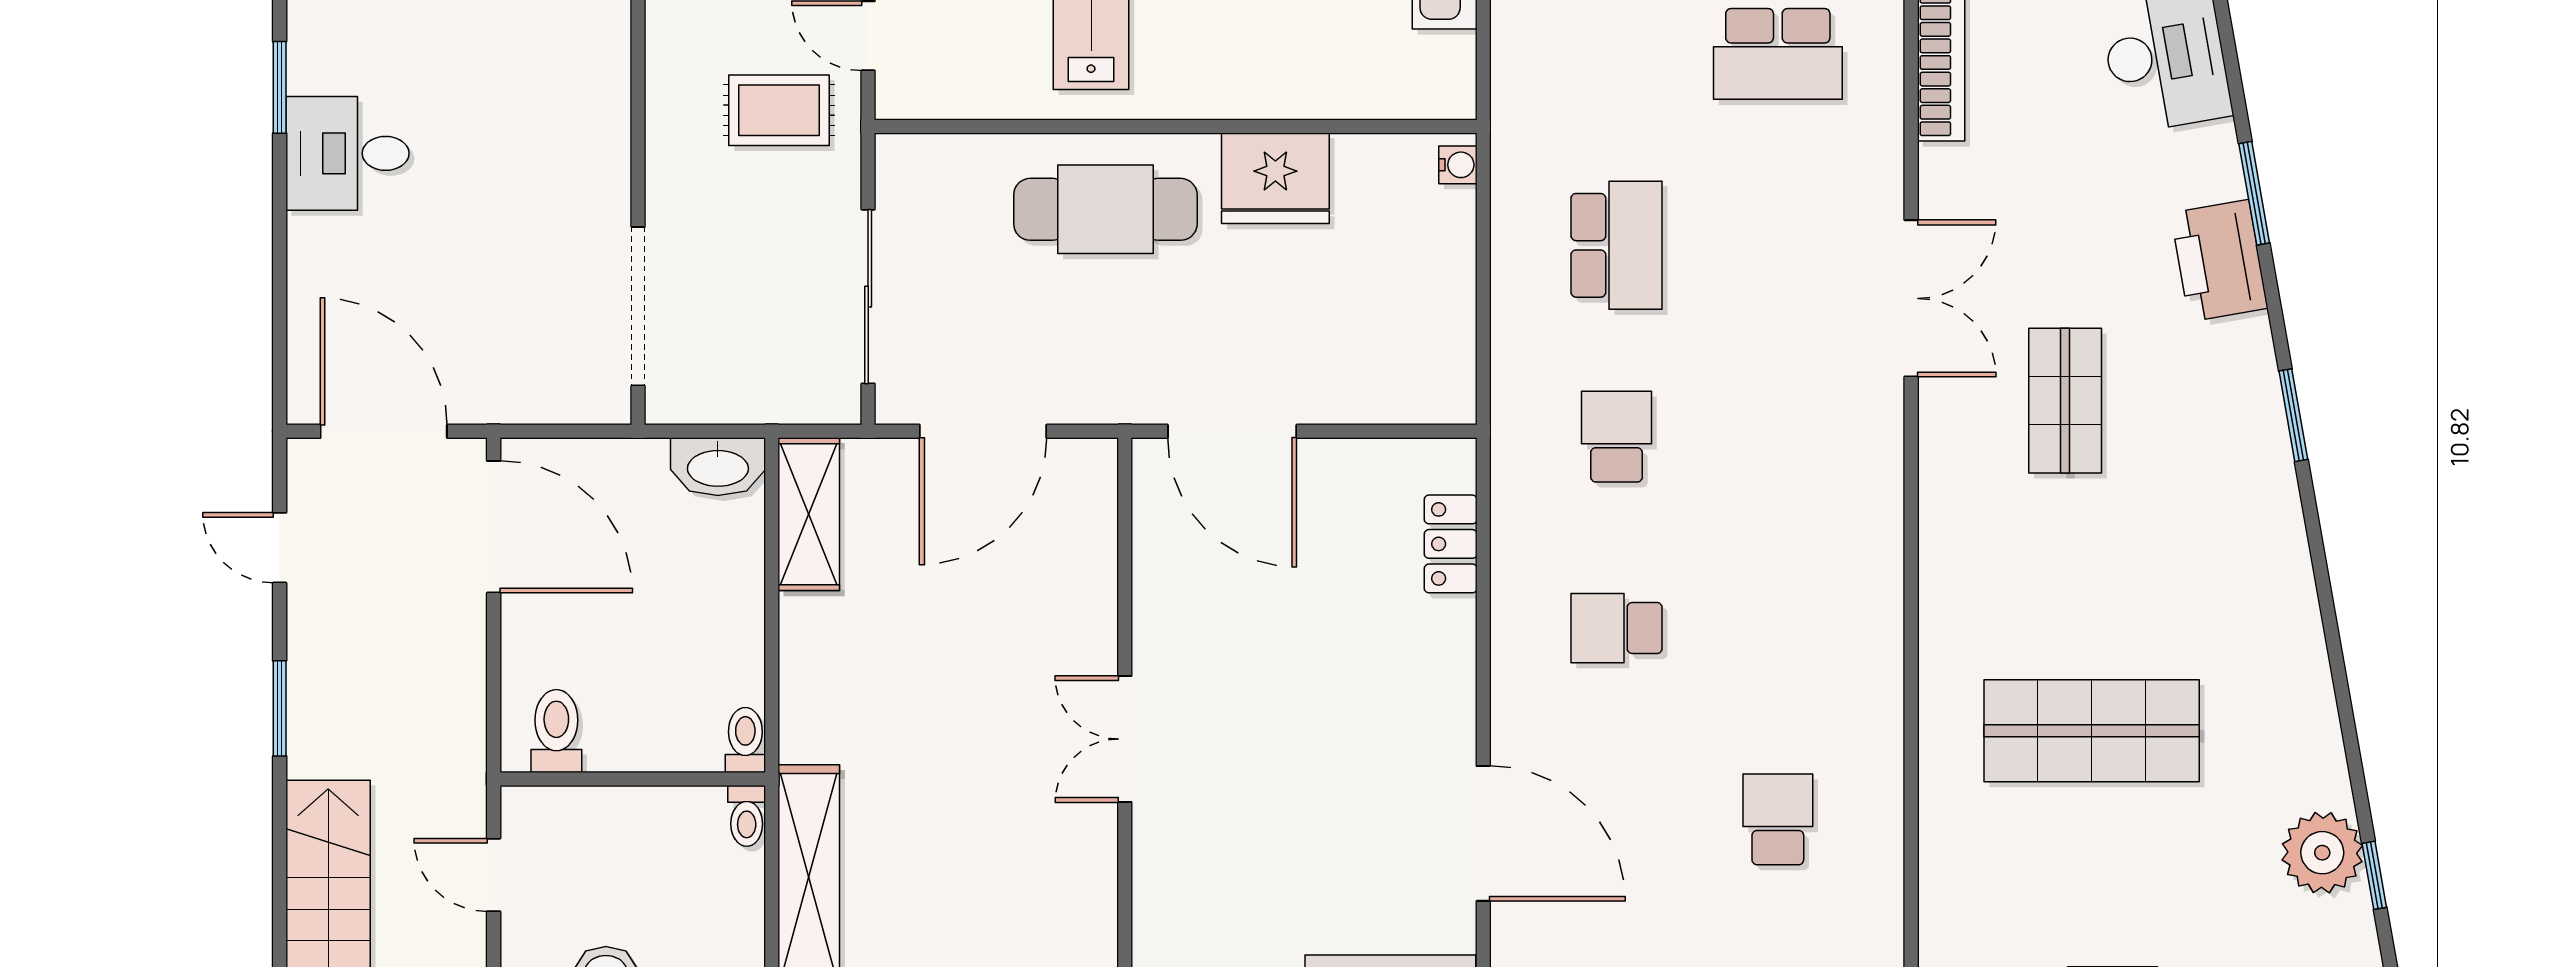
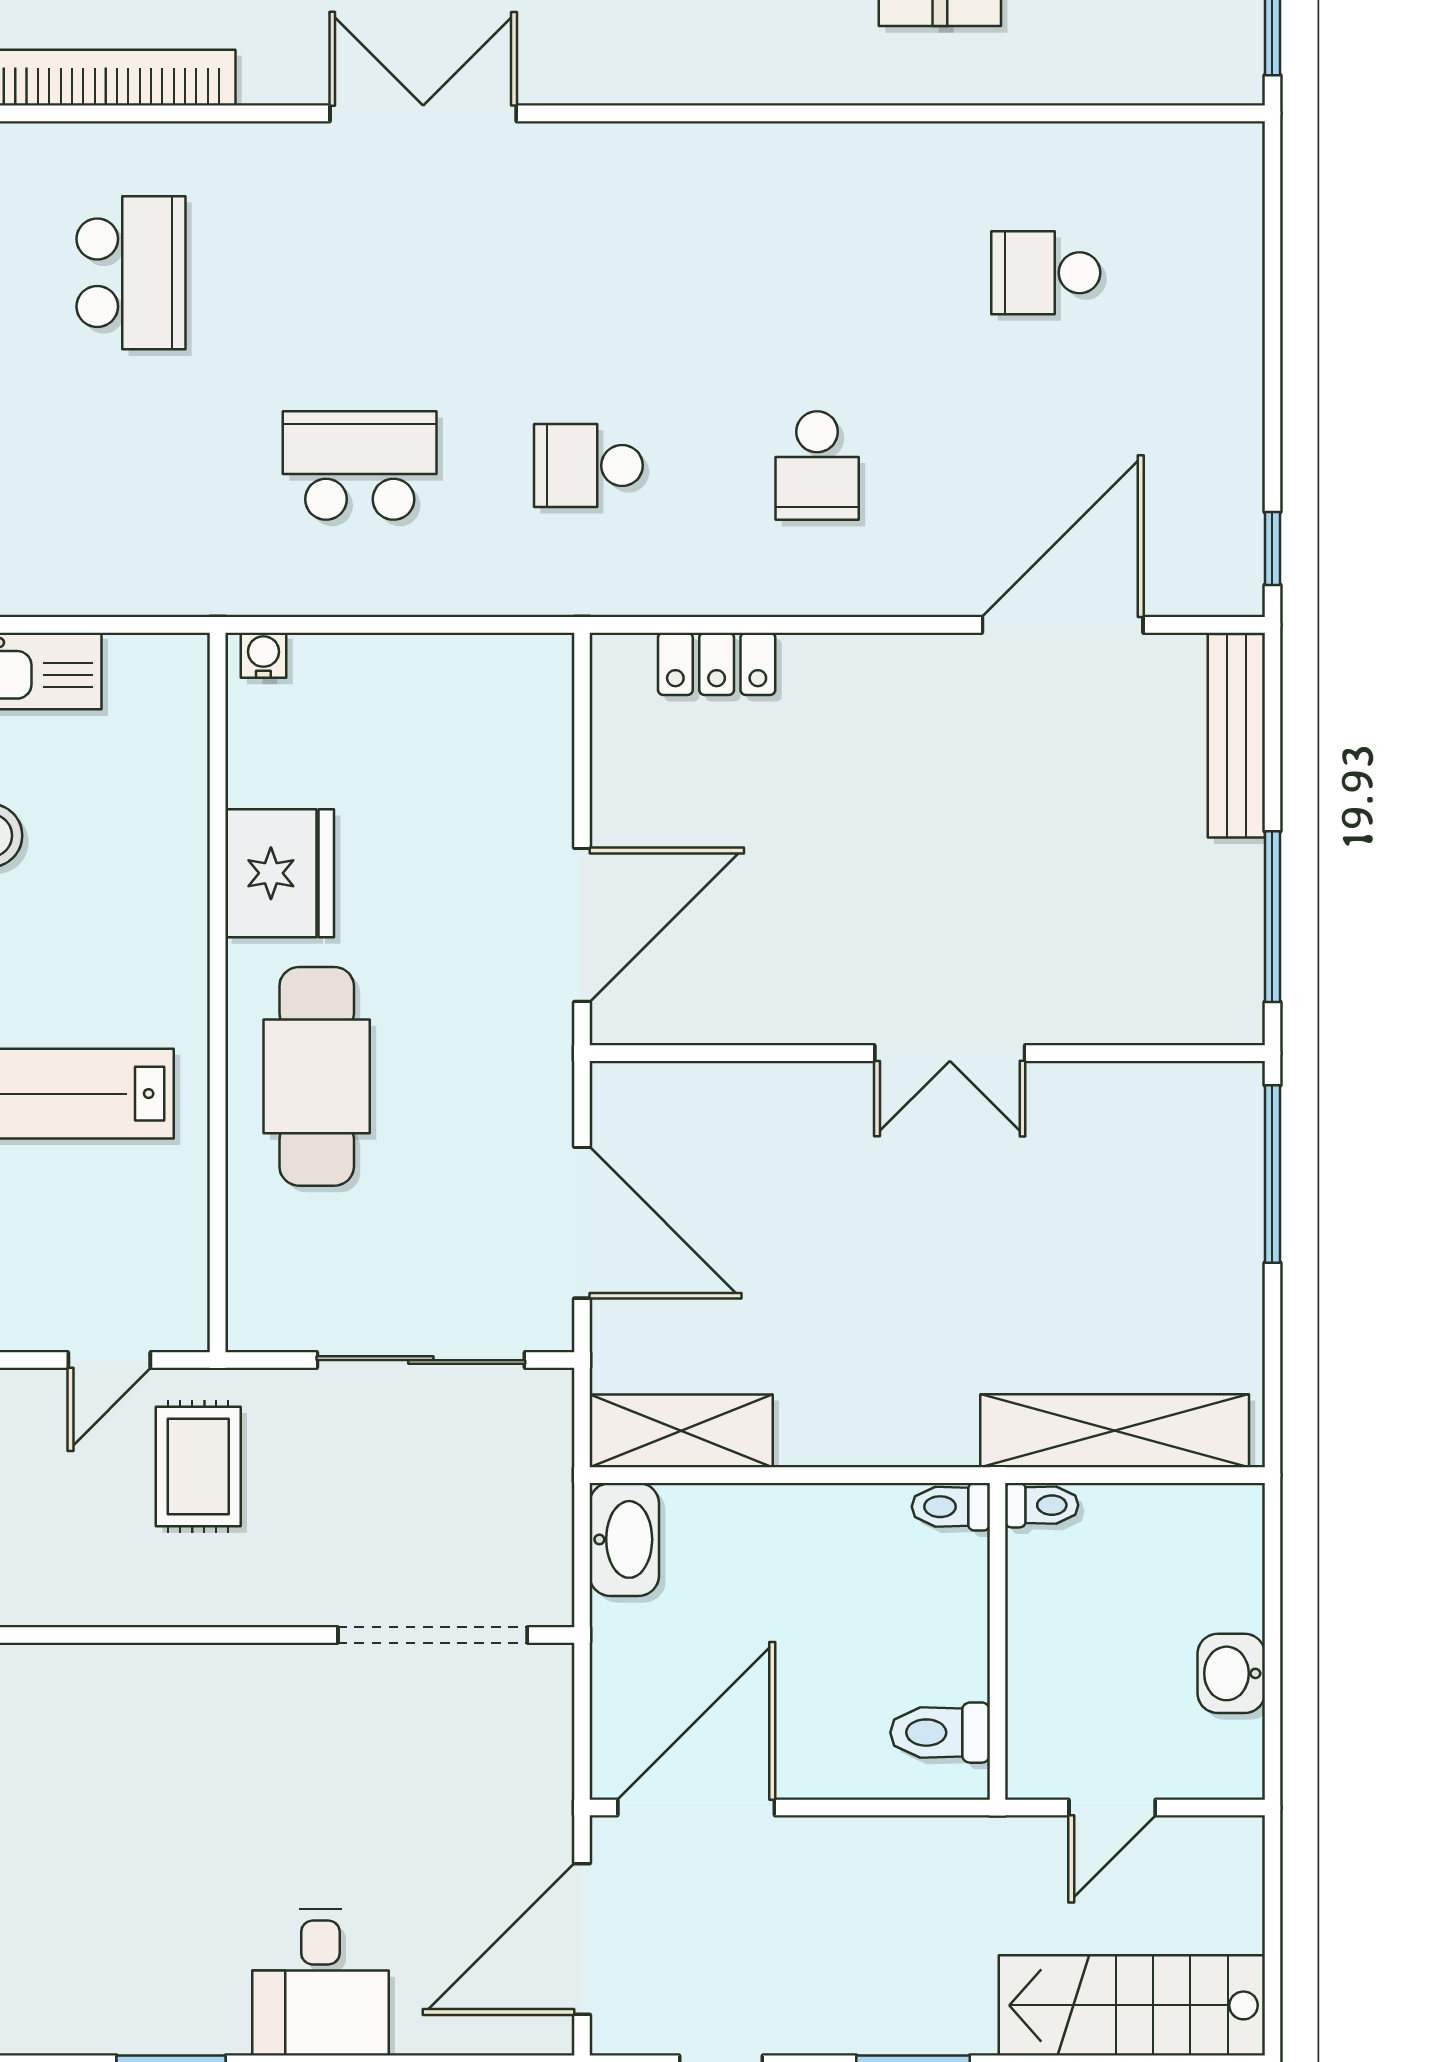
desk: (348, 153) -> (320, 1982), moved

